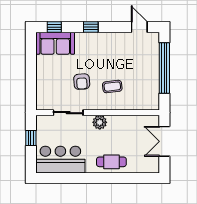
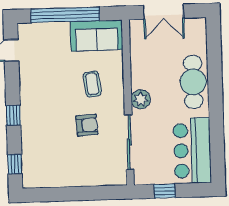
sofa: (55, 43) -> (97, 36), moved, turned 90
sliding door: (68, 113) -> (129, 142), width x1.37
cafe table: (111, 162) -> (193, 82), width x1.37, depth x1.35

